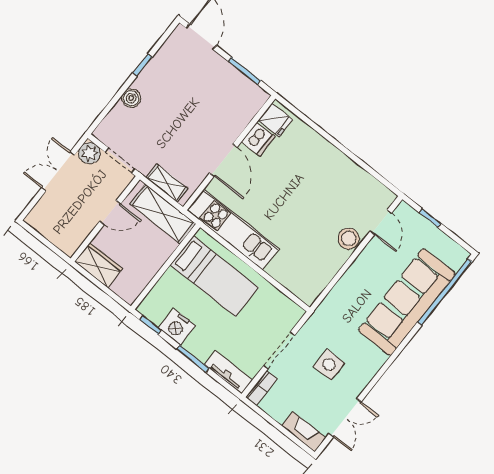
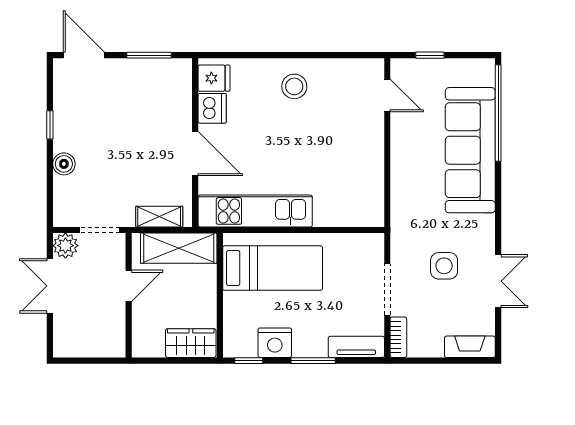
stool: (349, 239) -> (294, 86), moved
wardrobe: (99, 265) -> (191, 343), moved
double door: (345, 418) -> (498, 281), moved

